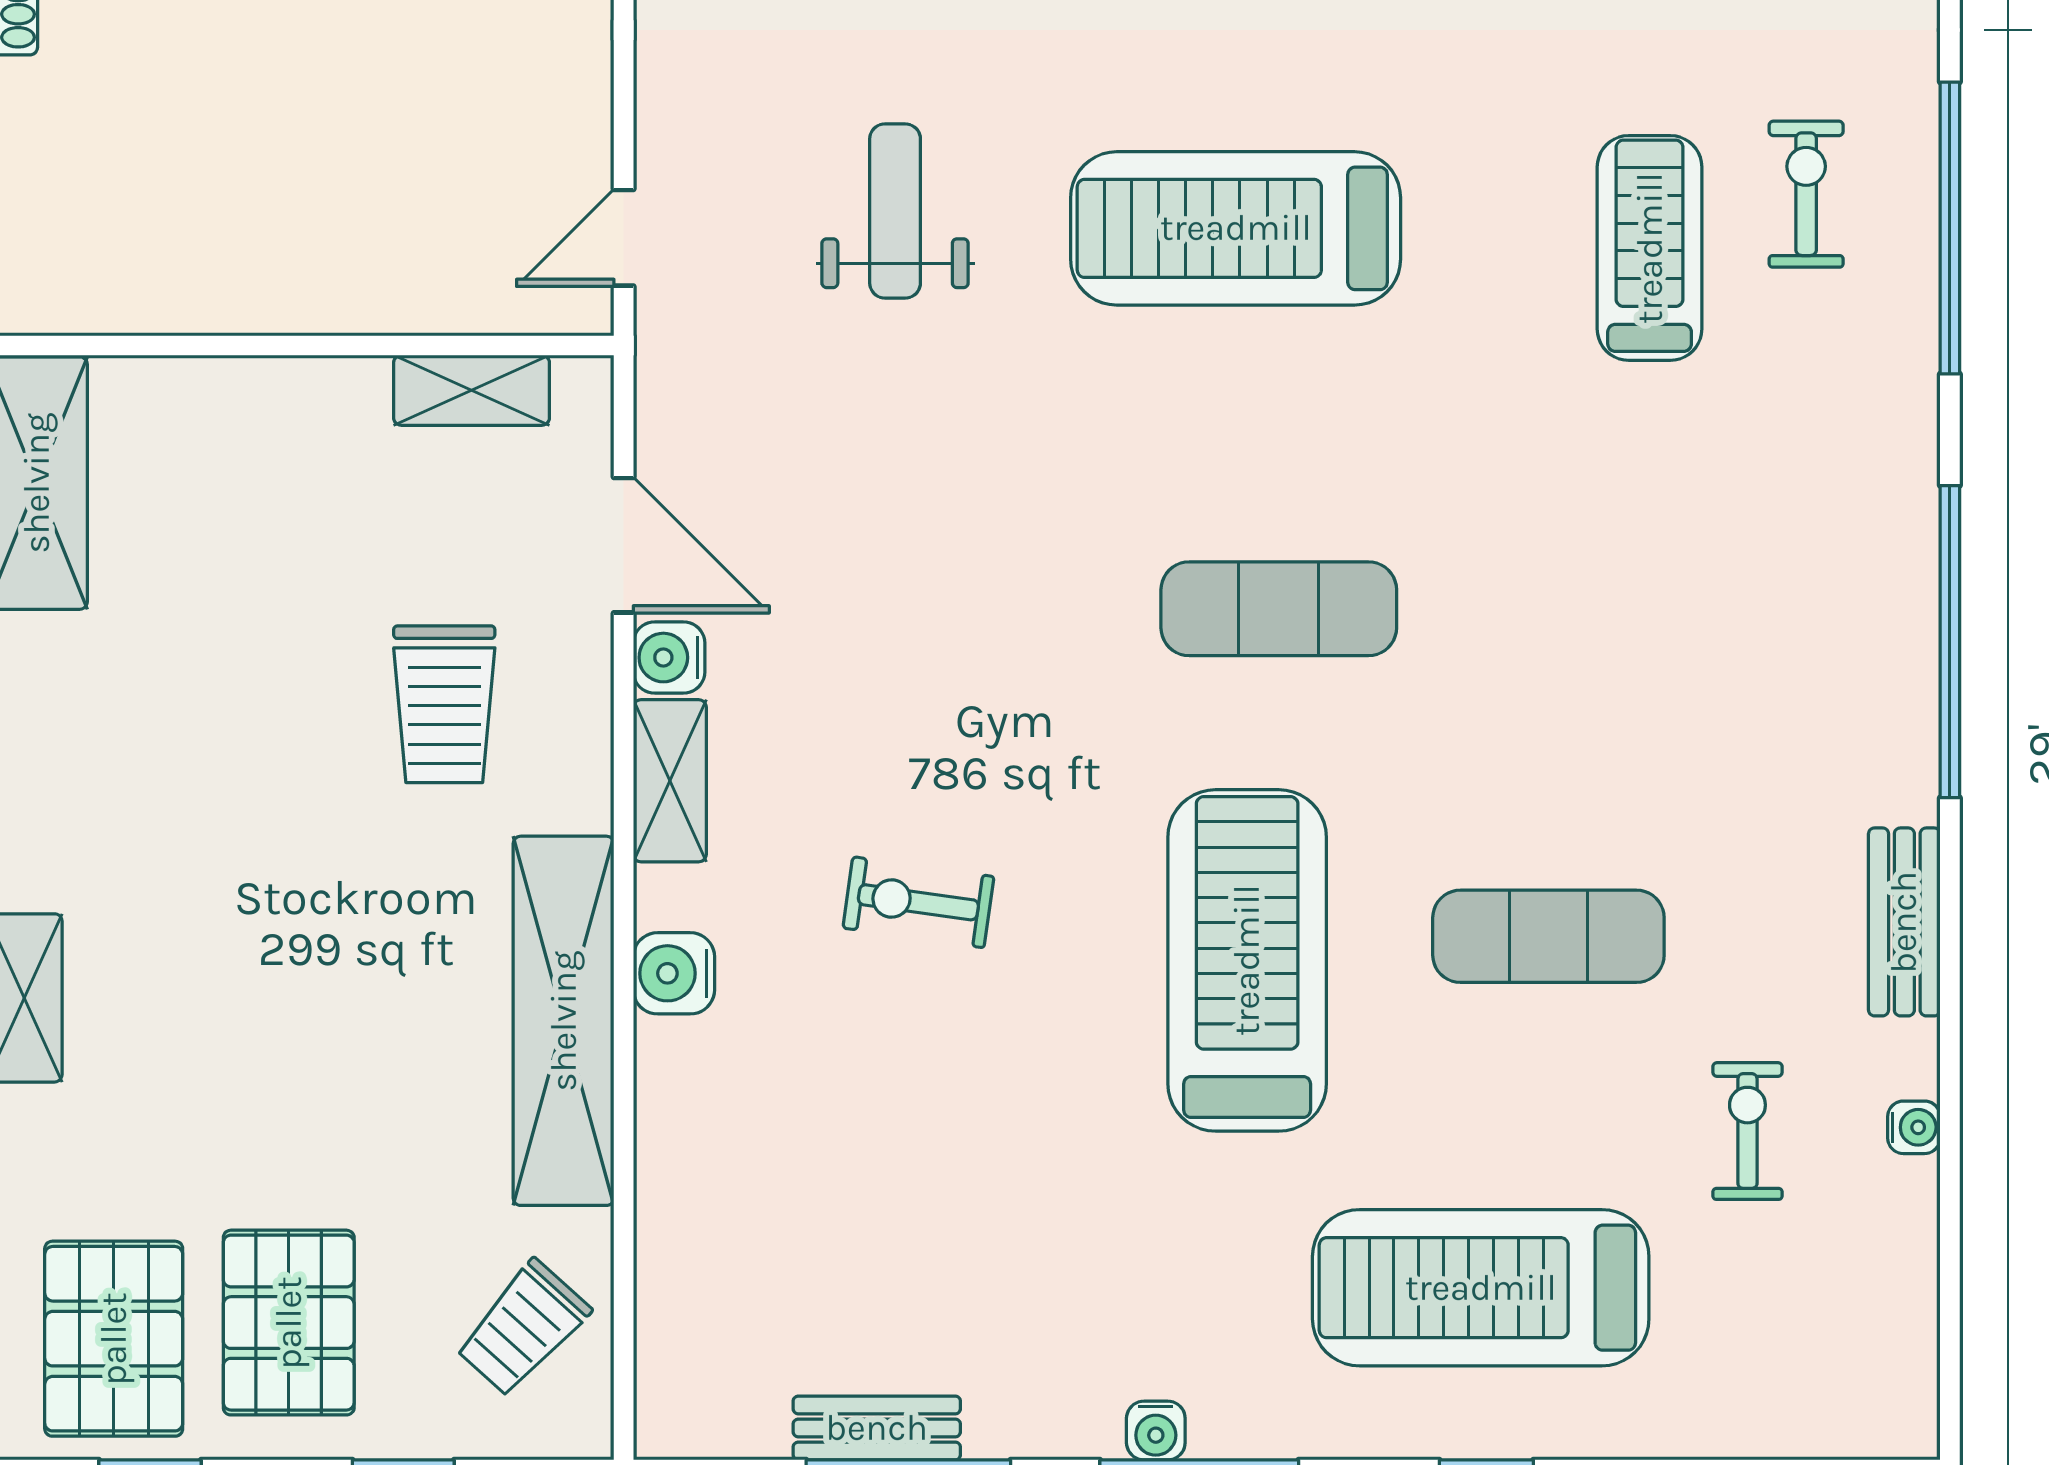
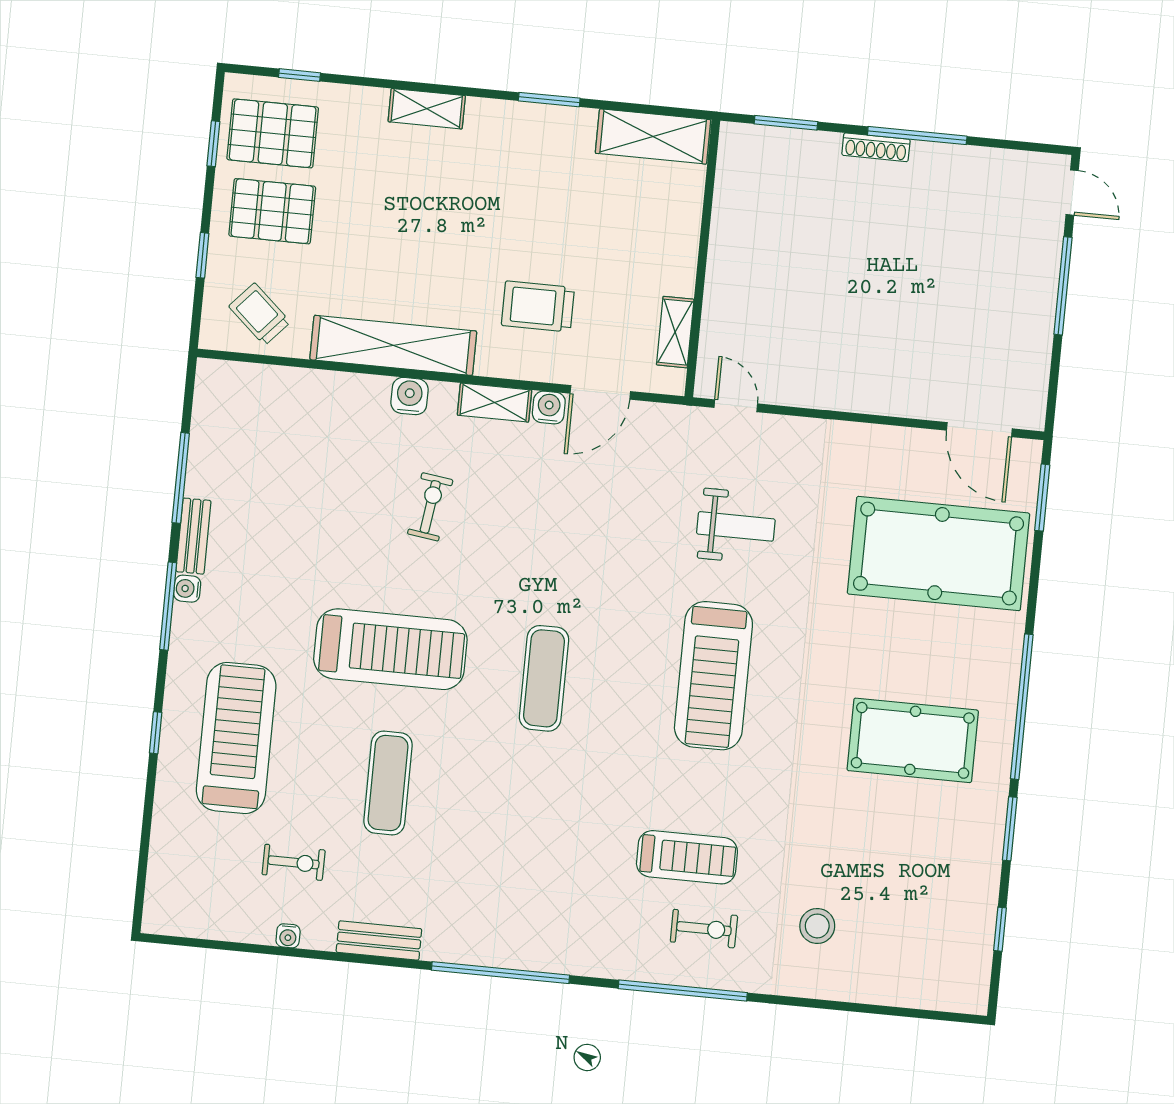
treadmill: (1236, 228) -> (713, 676), turned 180
bench: (877, 1428) -> (193, 536), moved

